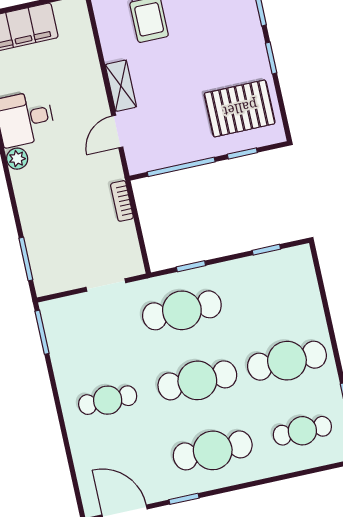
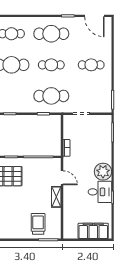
door: (117, 132) -> (62, 178), hinge flipped
plant: (17, 159) -> (103, 172), width x1.88, depth x1.88
cafe table: (197, 380) -> (51, 65), width x0.73, depth x0.74

